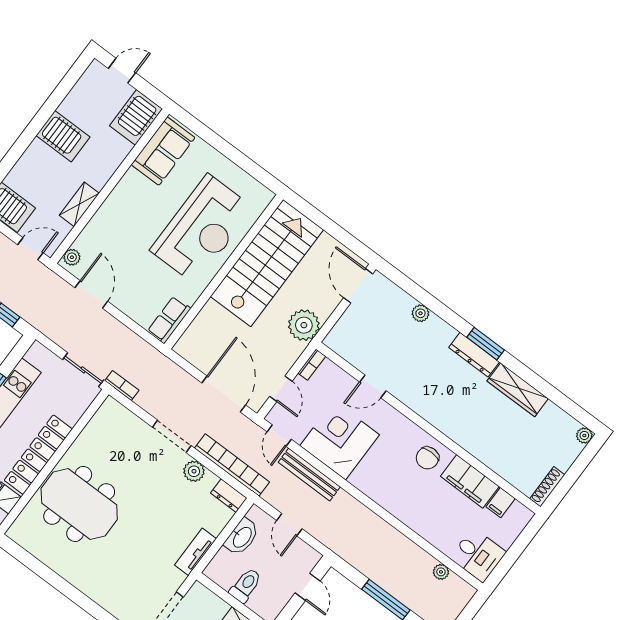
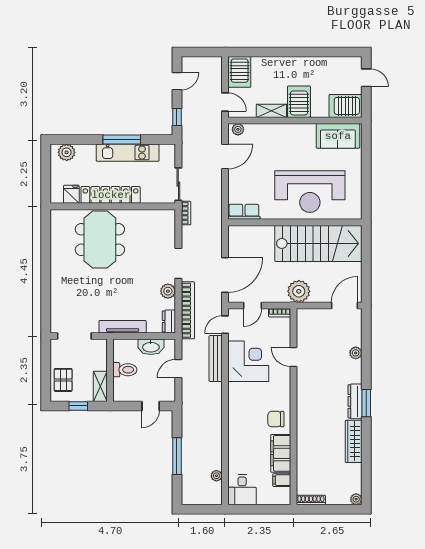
server rack: (63, 136) -> (299, 102), moved, turned 180
tv unit: (196, 552) -> (123, 327), width x1.41

